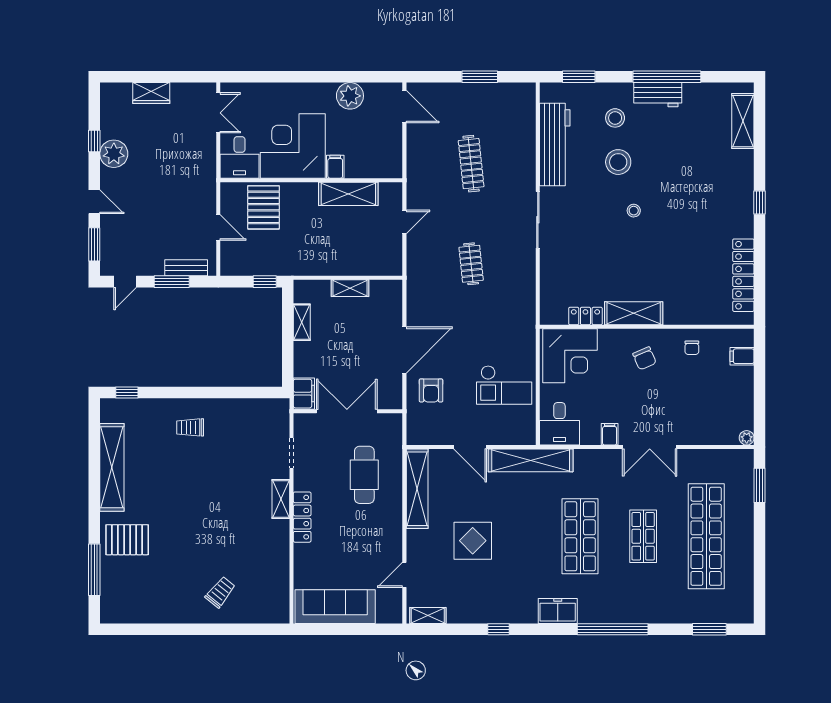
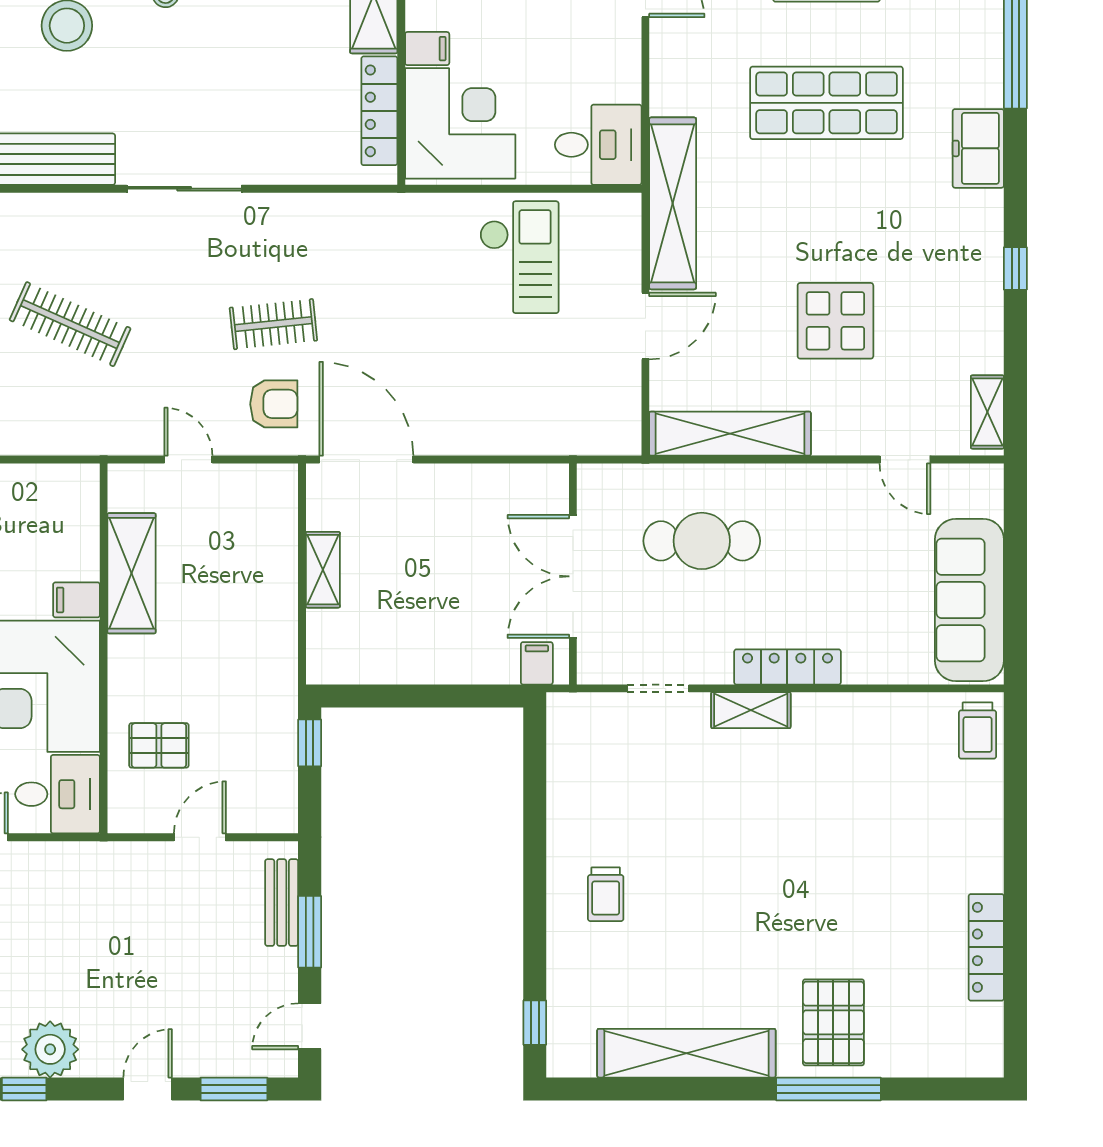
clothes rail: (471, 164) -> (70, 324), turned 30
pallet: (264, 207) -> (159, 745), width x0.67, depth x0.71
door: (125, 282) -> (310, 1026), swing flipped
locker: (585, 316) -> (379, 111), width x1.53
shelving: (302, 322) -> (392, 668), removed
door: (404, 350) -> (366, 460), moved
armchair: (431, 390) -> (274, 404), moved
filing cabinet: (304, 394) -> (537, 663), width x0.50
filing cabinet: (610, 434) -> (427, 49), moved, turned 180
window: (94, 570) -> (829, 1089), moved
trolley: (220, 592) -> (978, 731), moved, turned -129
locker: (164, 615) -> (986, 947), added

